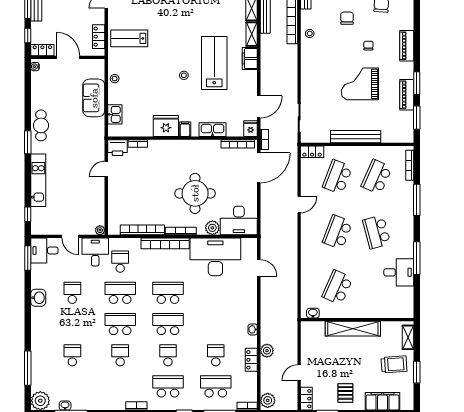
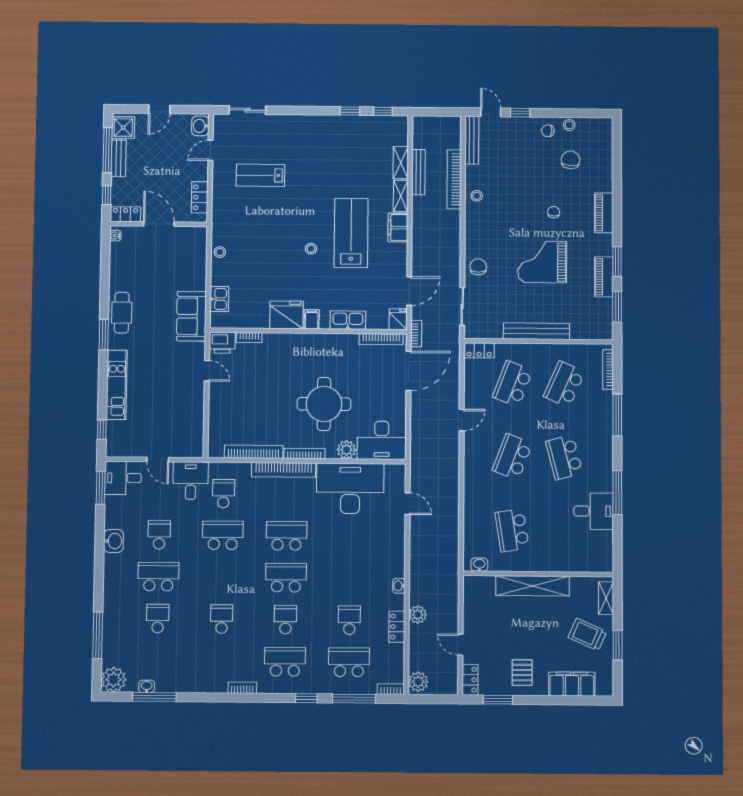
chair: (347, 18) -> (478, 267), moved
lab bench: (129, 38) -> (260, 175), moved
sofa: (94, 98) -> (191, 316), moved
door: (106, 169) -> (207, 371), swing flipped
plant: (100, 230) -> (197, 452), removed
school desk: (337, 287) -> (512, 530), turned -33
school desk: (120, 324) -> (158, 577), moved
trolley: (394, 364) -> (587, 634), turned -152
door: (299, 373) -> (460, 645), hinge flipped

